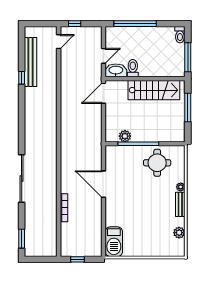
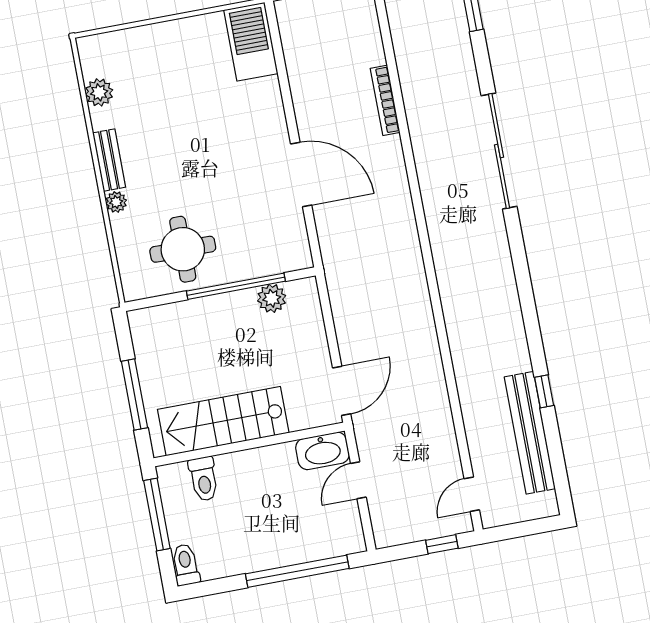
toilet: (133, 68) -> (204, 479), moved

